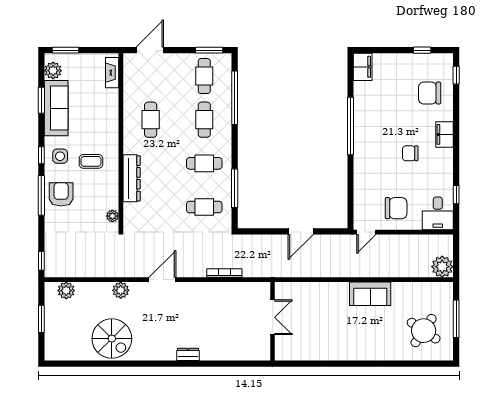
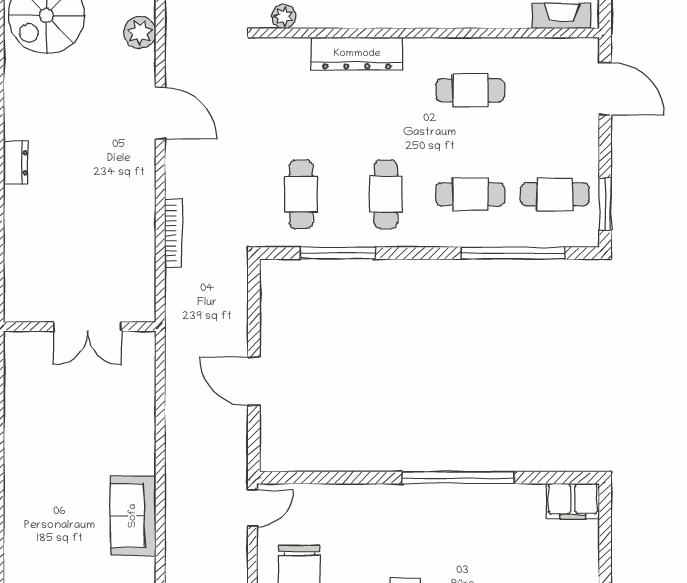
door: (366, 232) -> (252, 508), swing flipped

